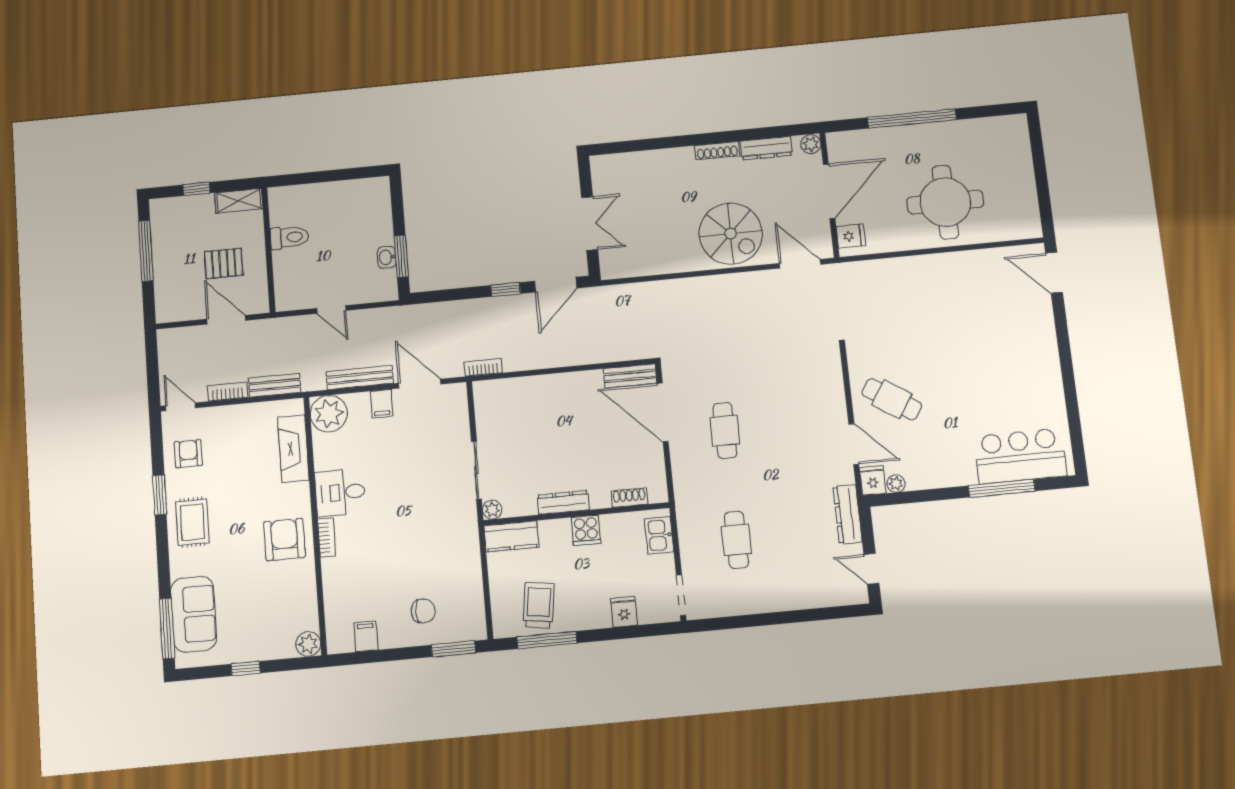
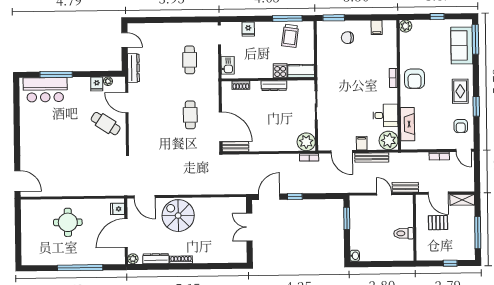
shelving: (239, 201) -> (462, 200), moved
round table: (945, 202) -> (68, 222), width x0.73, depth x0.73
washbasin: (387, 257) -> (355, 256), moved
bench: (275, 385) -> (405, 187), moved
fridge: (873, 481) -> (97, 84), moved
desk: (340, 492) -> (385, 115), moved
plant: (492, 510) -> (306, 142), moved, width x1.87, depth x1.87
cooker: (586, 530) -> (280, 71), moved

